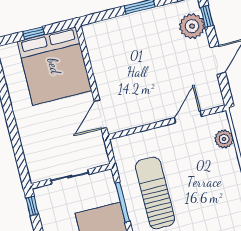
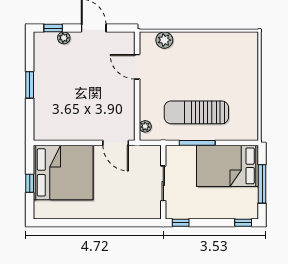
plant: (192, 26) -> (64, 38), width x0.53, depth x0.53
plant: (126, 142) -> (145, 126), added

